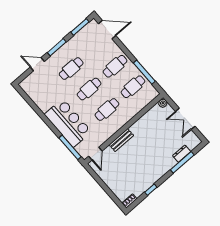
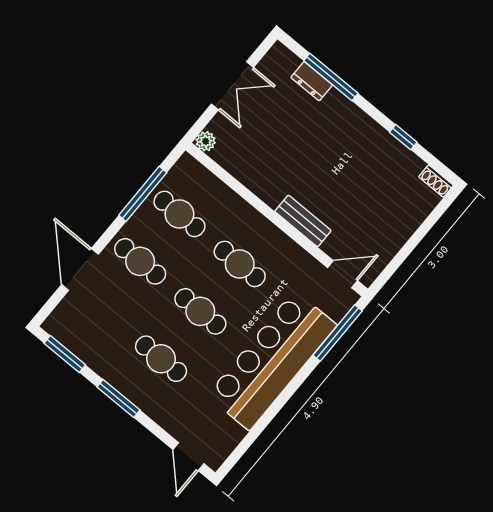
door: (107, 30) -> (80, 269), moved
door: (37, 64) -> (188, 457), moved
bar counter: (68, 123) -> (272, 360), width x1.36

